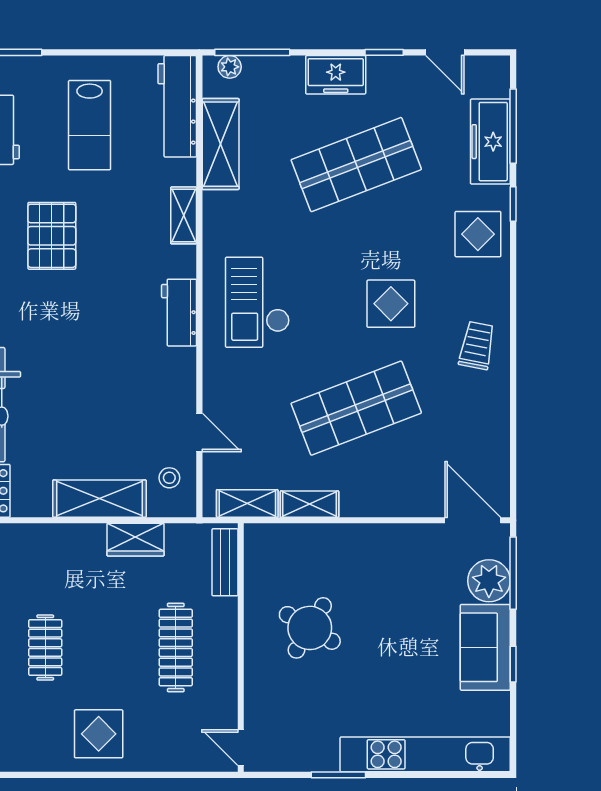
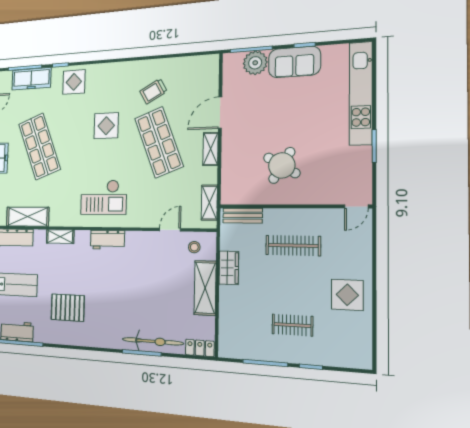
trolley: (477, 346) -> (153, 91), moved, turned -40
shelving: (310, 504) -> (211, 149), moved
door: (473, 520) -> (220, 113), moved

